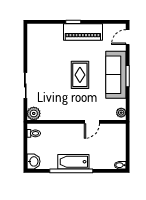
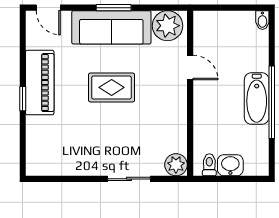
plant: (121, 113) -> (168, 26), width x1.87, depth x1.87
washbasin: (33, 161) -> (230, 165), moved

